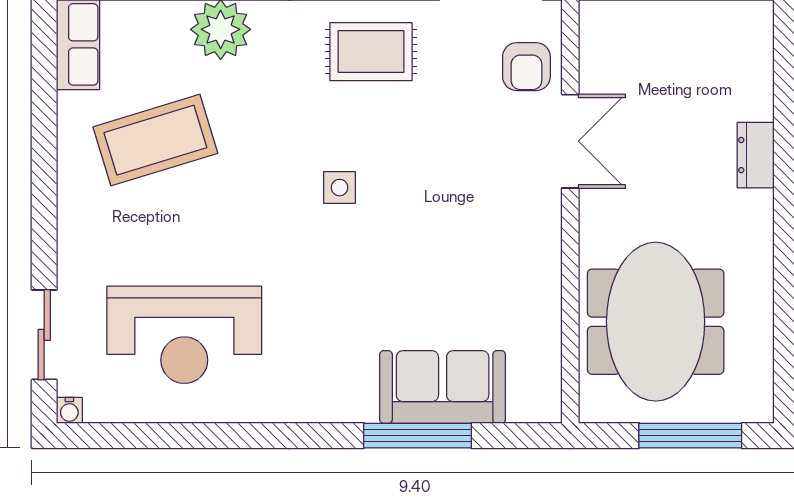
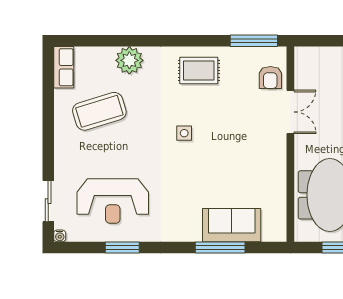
window: (205, 436) -> (122, 247), added

